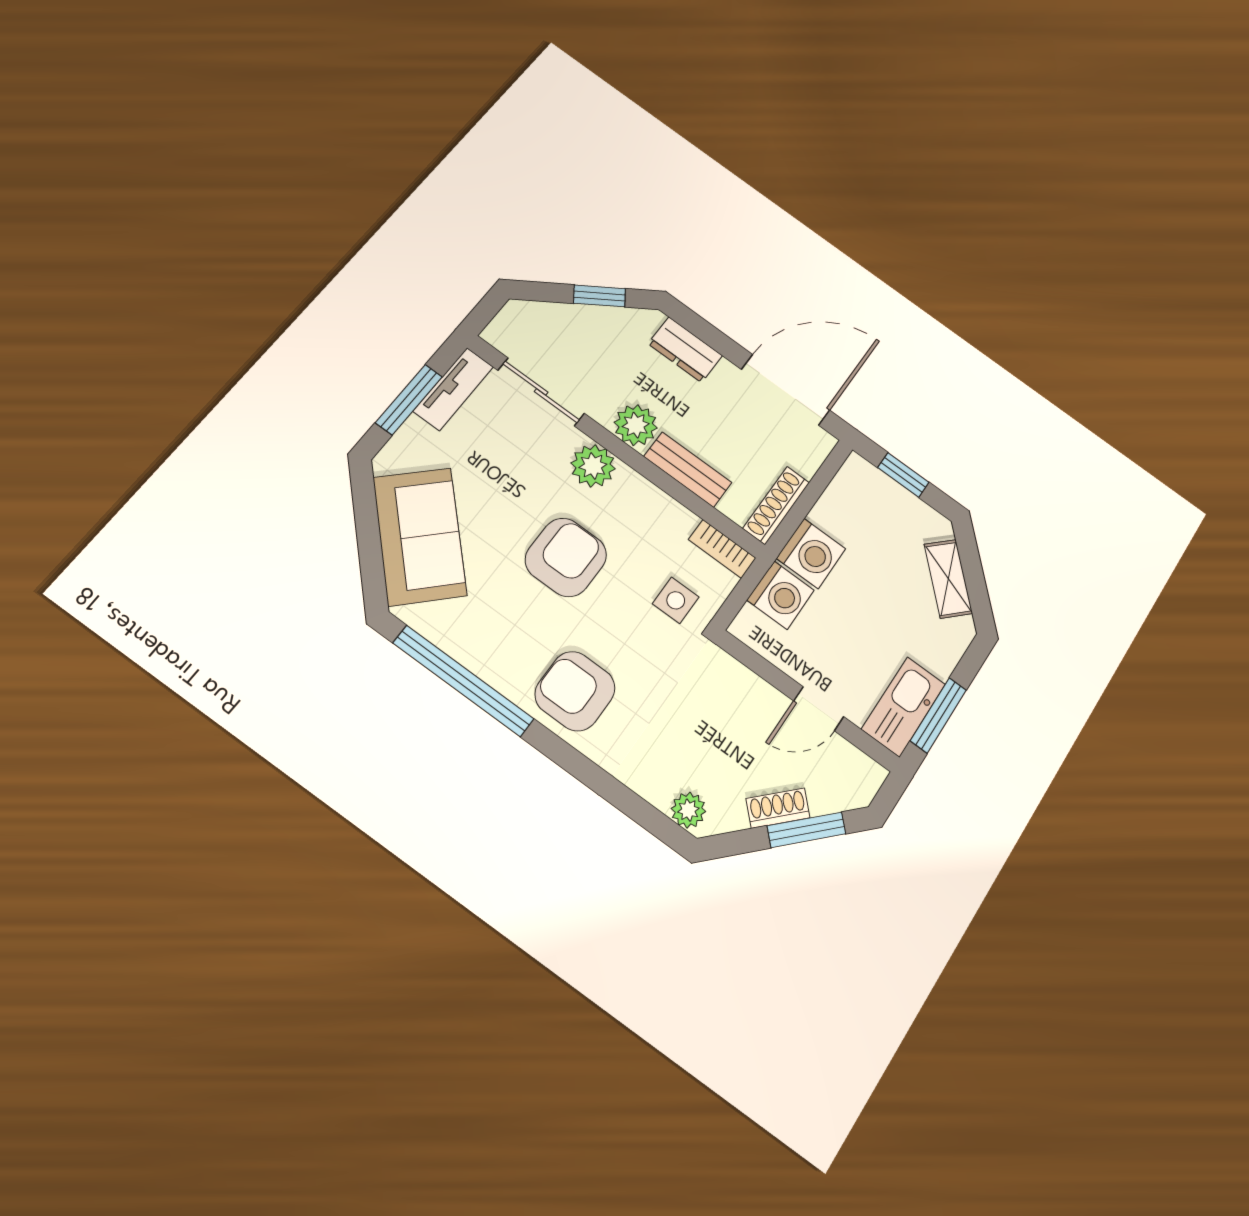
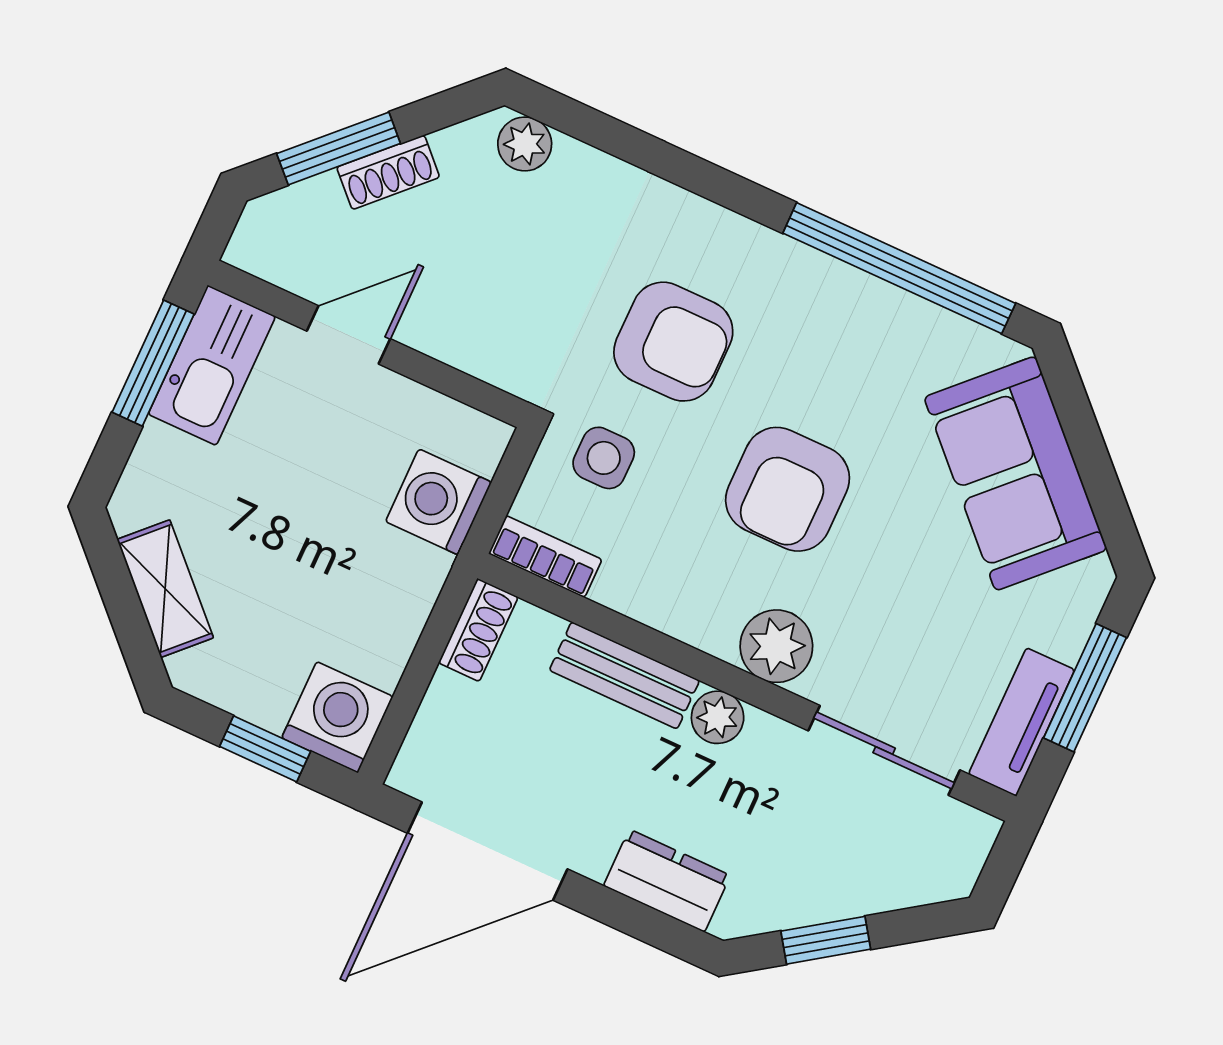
plant: (636, 425) -> (718, 717), width x0.73, depth x0.73
shoe rack: (776, 505) -> (478, 630), width x0.70
washing machine: (811, 553) -> (337, 717), moved, turned 90
armchair: (575, 691) -> (673, 342), moved

